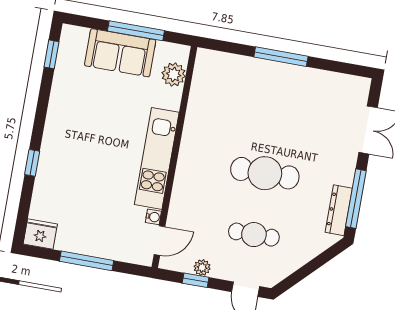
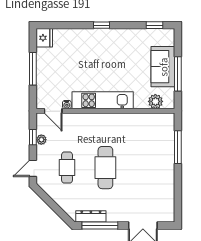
window: (281, 57) -> (178, 147), moved
window: (32, 163) -> (101, 25), moved

